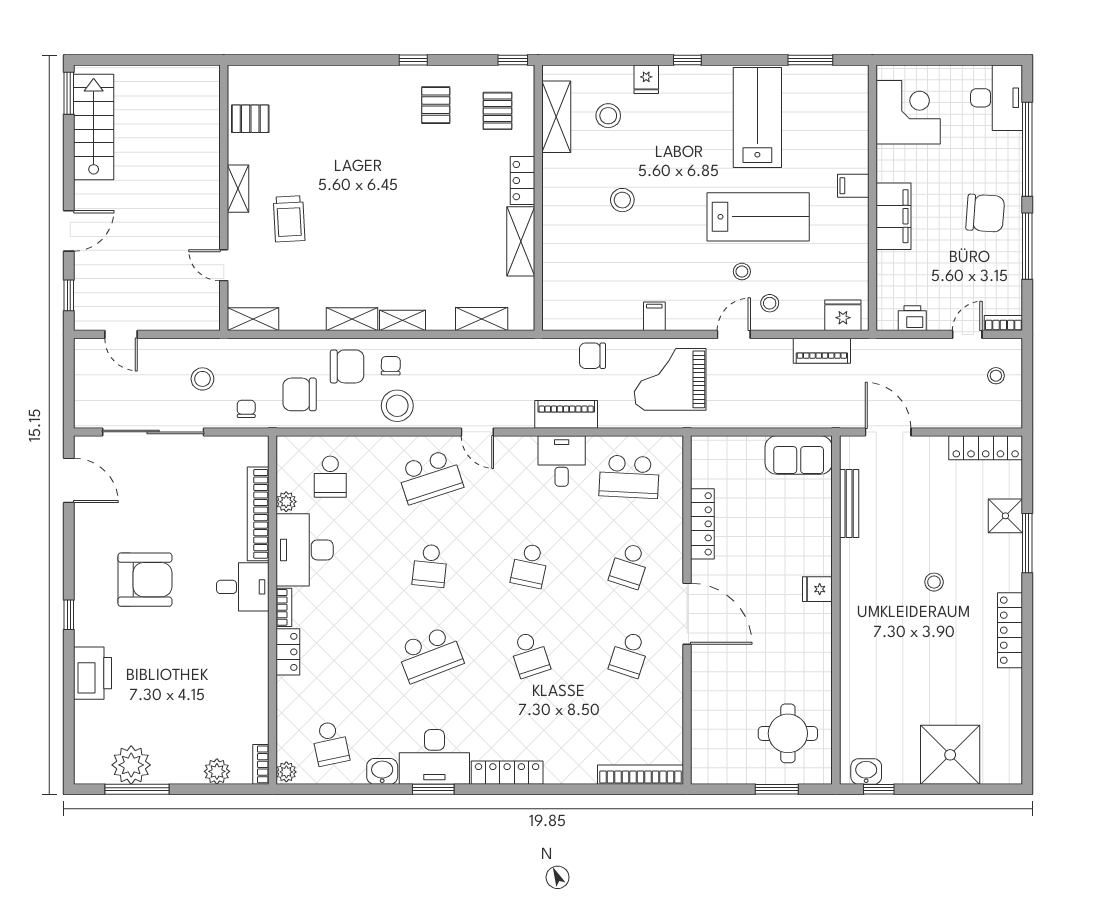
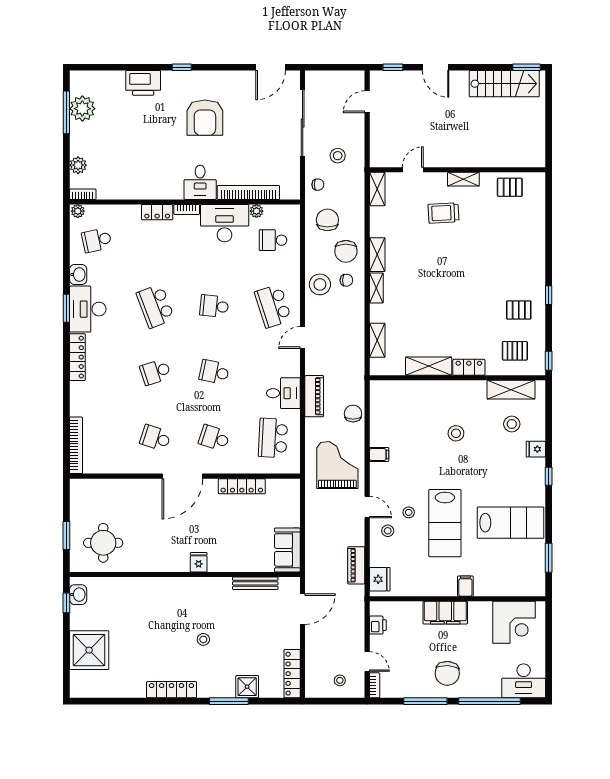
pallet: (250, 119) -> (510, 187), turned 90

